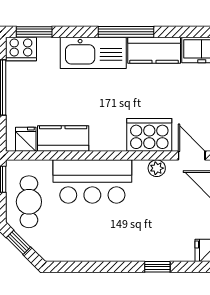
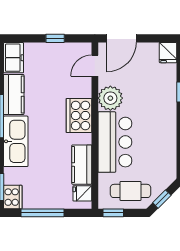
cooker: (149, 135) -> (79, 116), moved
plant: (157, 168) -> (110, 98), width x1.87, depth x1.87

